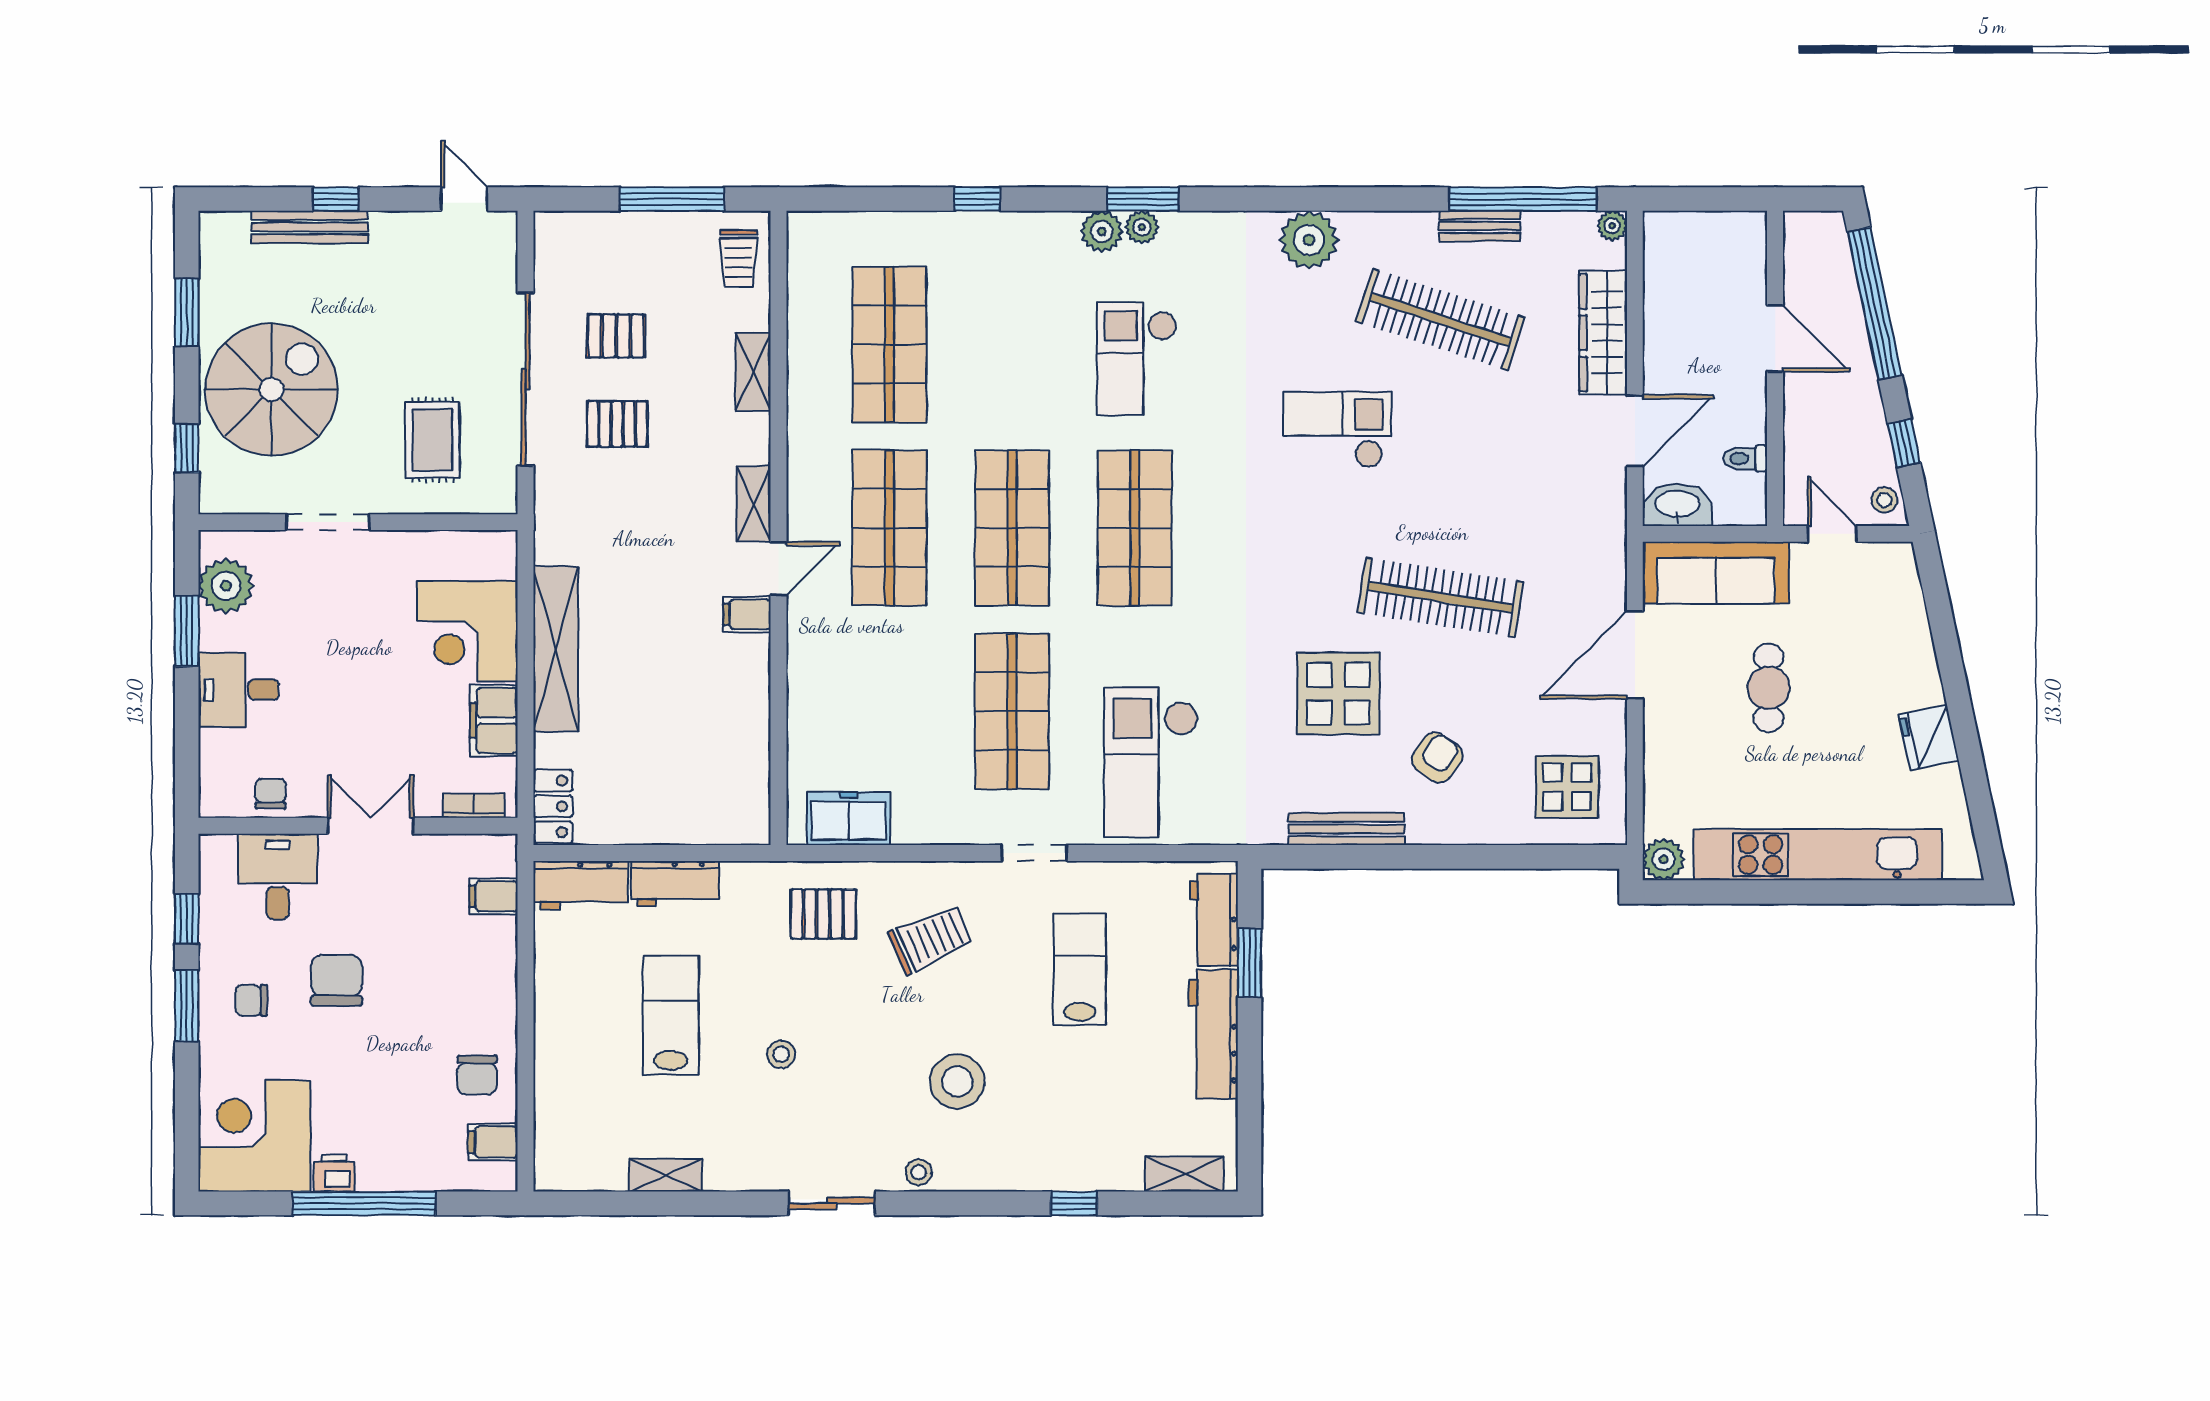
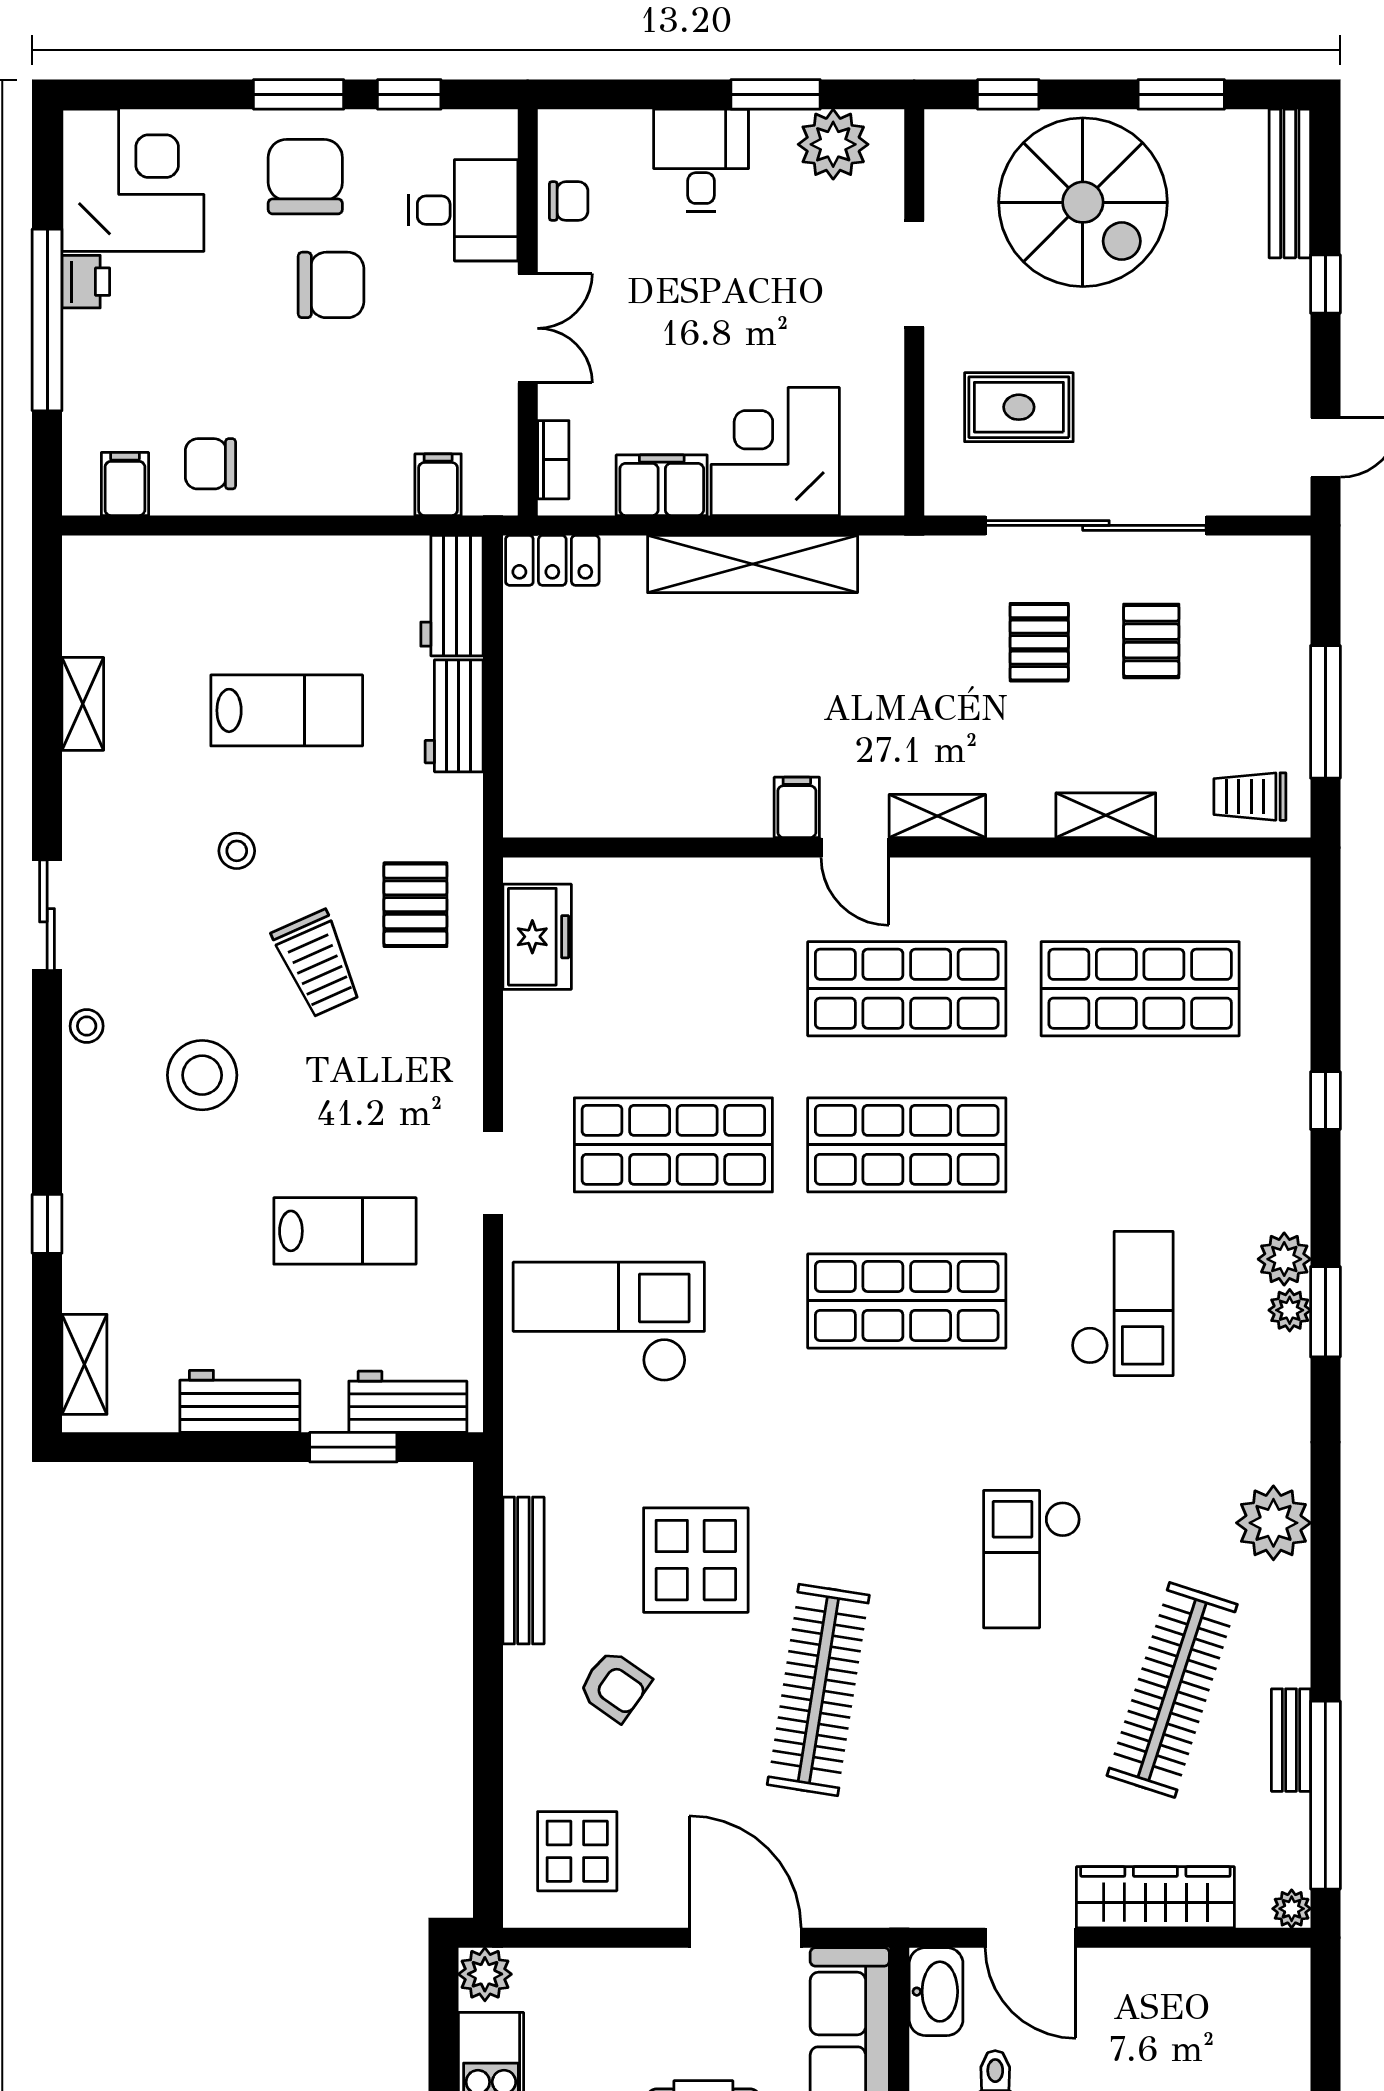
bench: (309, 227) -> (1290, 183), moved
checkout: (1137, 359) -> (1122, 1304), turned 90
checkout: (1337, 430) -> (1032, 1559), turned 180
trolley: (931, 939) -> (317, 964), moved
chair: (251, 1000) -> (305, 177), width x1.87, depth x1.87
workbench: (1213, 1034) -> (240, 1401), width x0.73

